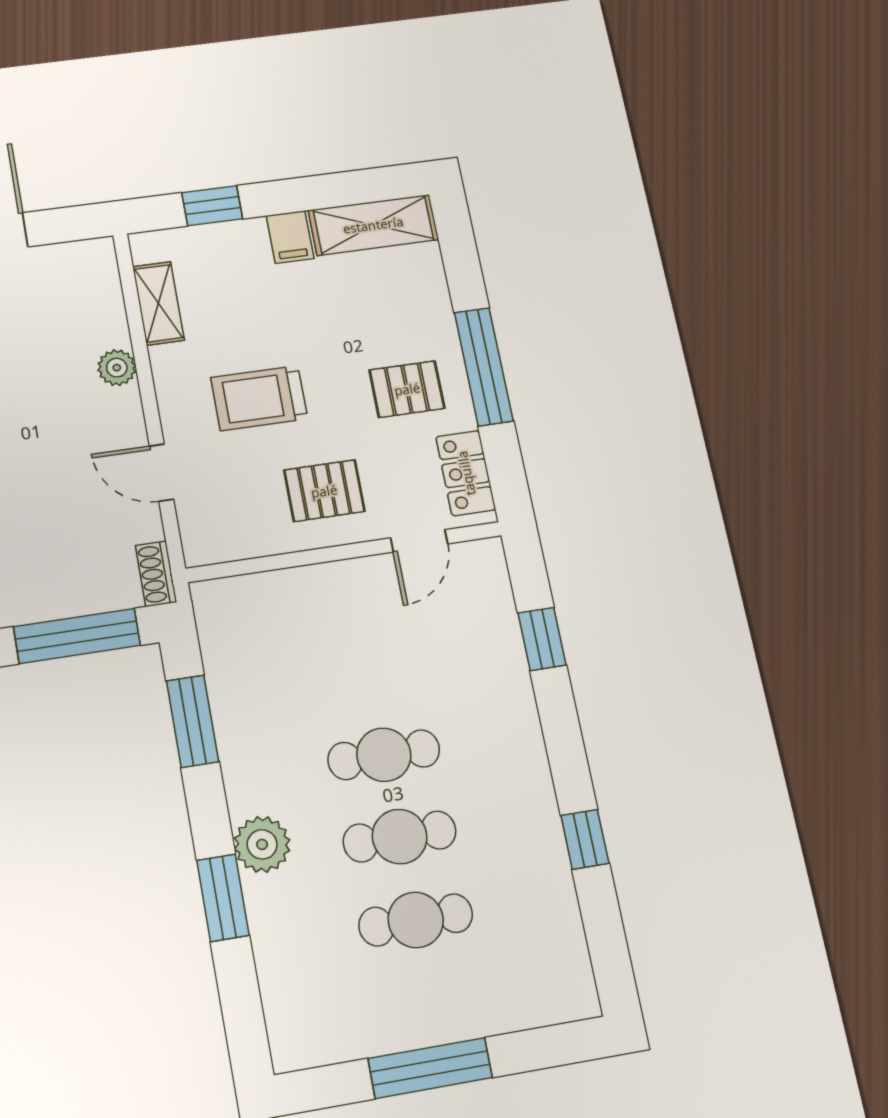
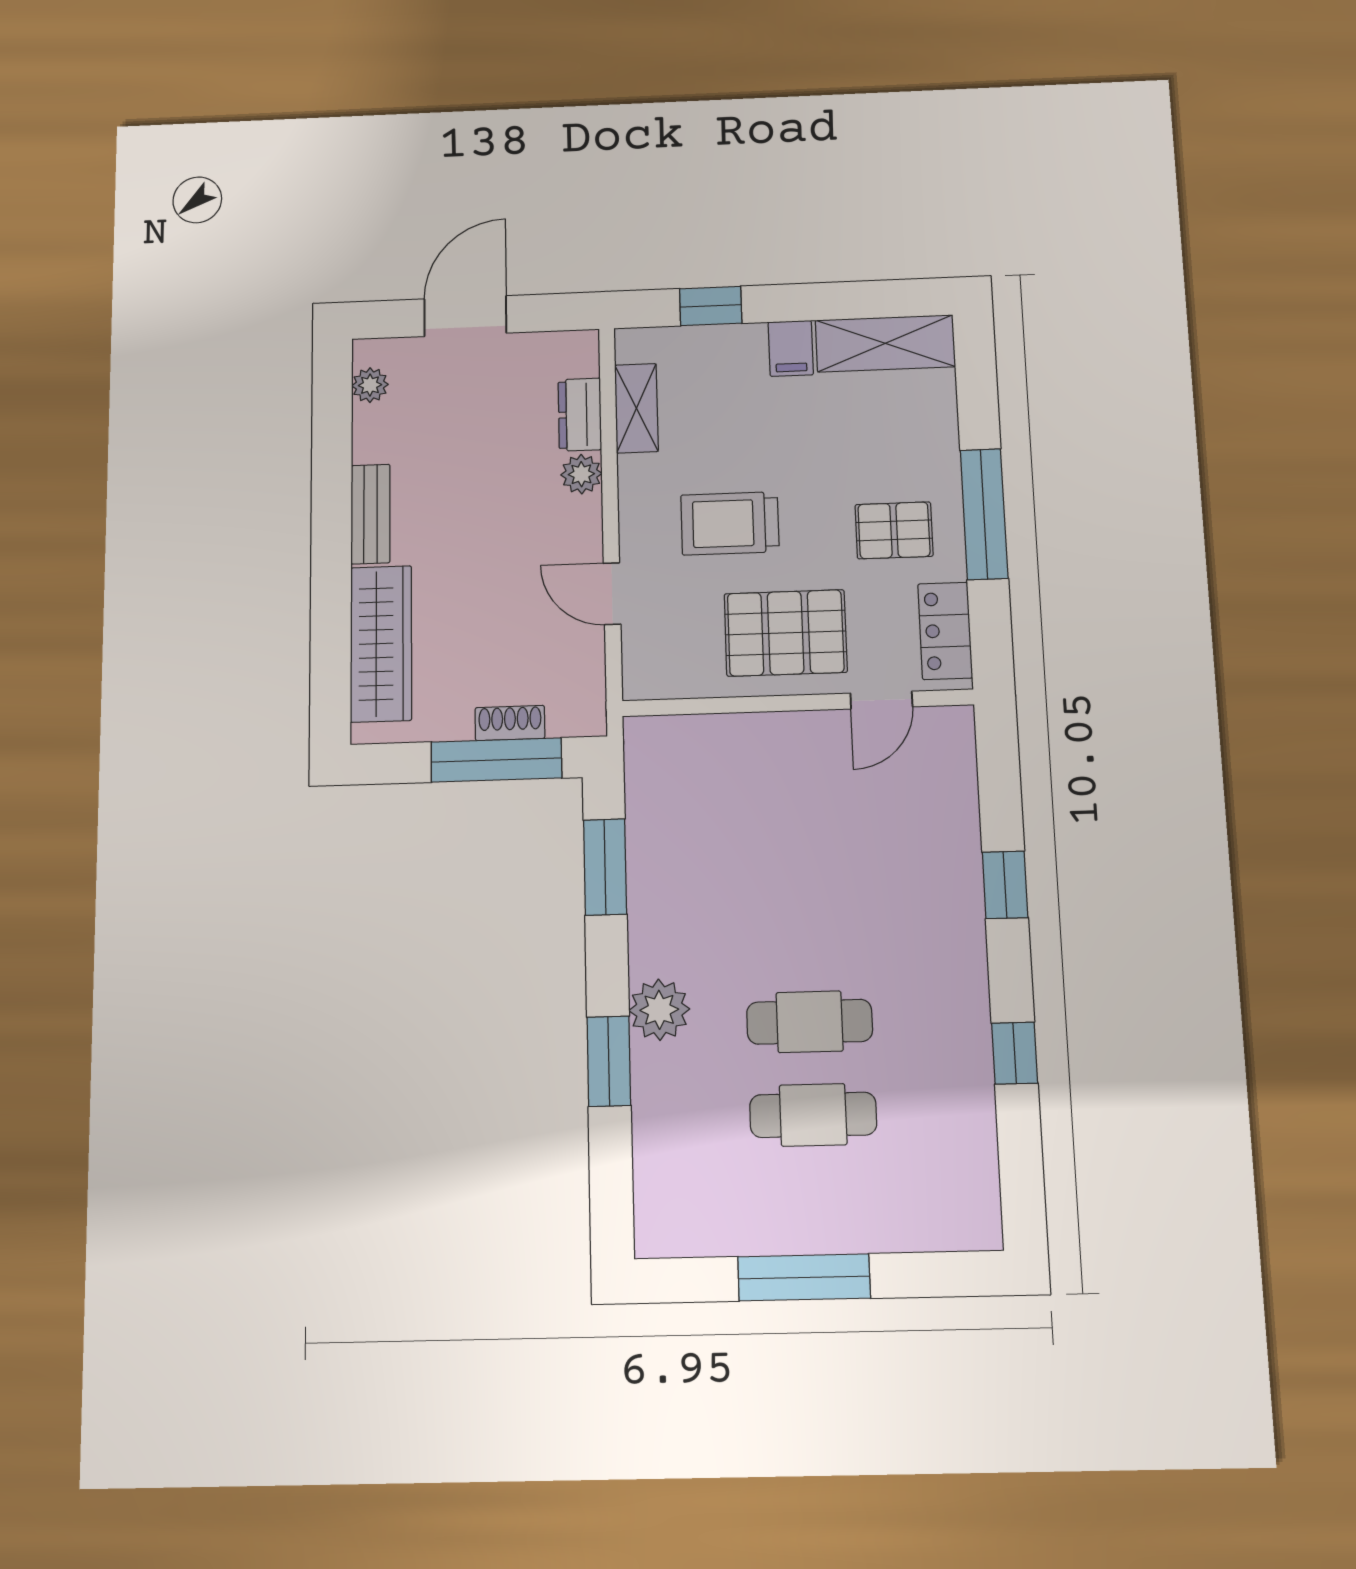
dresser: (107, 314) -> (580, 415), added
pallet: (324, 491) -> (786, 633), width x1.50, depth x1.42
shoe rack: (156, 574) -> (510, 723), moved, turned 90
window: (542, 639) -> (1005, 885), moved
cafe table: (384, 755) -> (806, 930), removed

